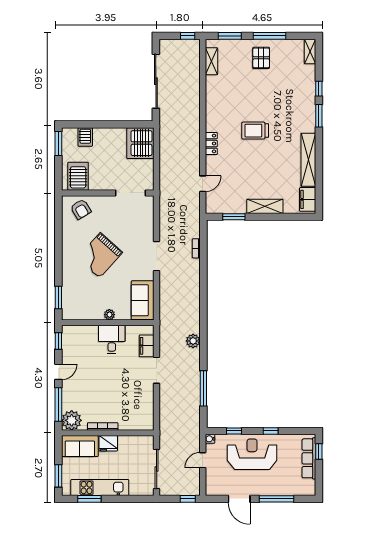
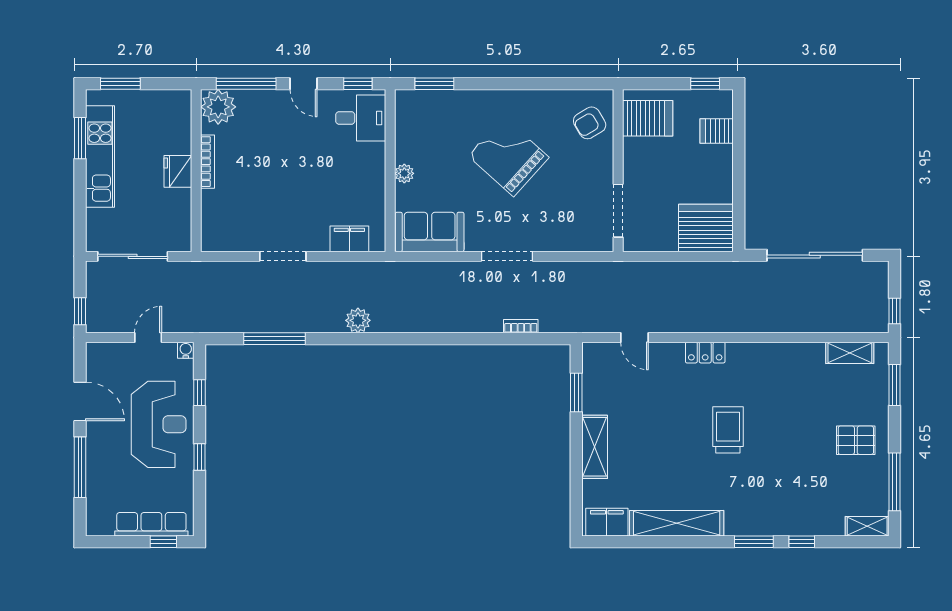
window: (270, 36) -> (894, 482), moved
window: (58, 144) -> (705, 84), width x0.67
desk: (112, 339) -> (361, 118), moved
doorway: (157, 370) -> (283, 256), moved
sofa: (80, 446) -> (173, 121), removed
door: (203, 460) -> (148, 337), hinge flipped
door: (239, 499) -> (80, 401), swing flipped

